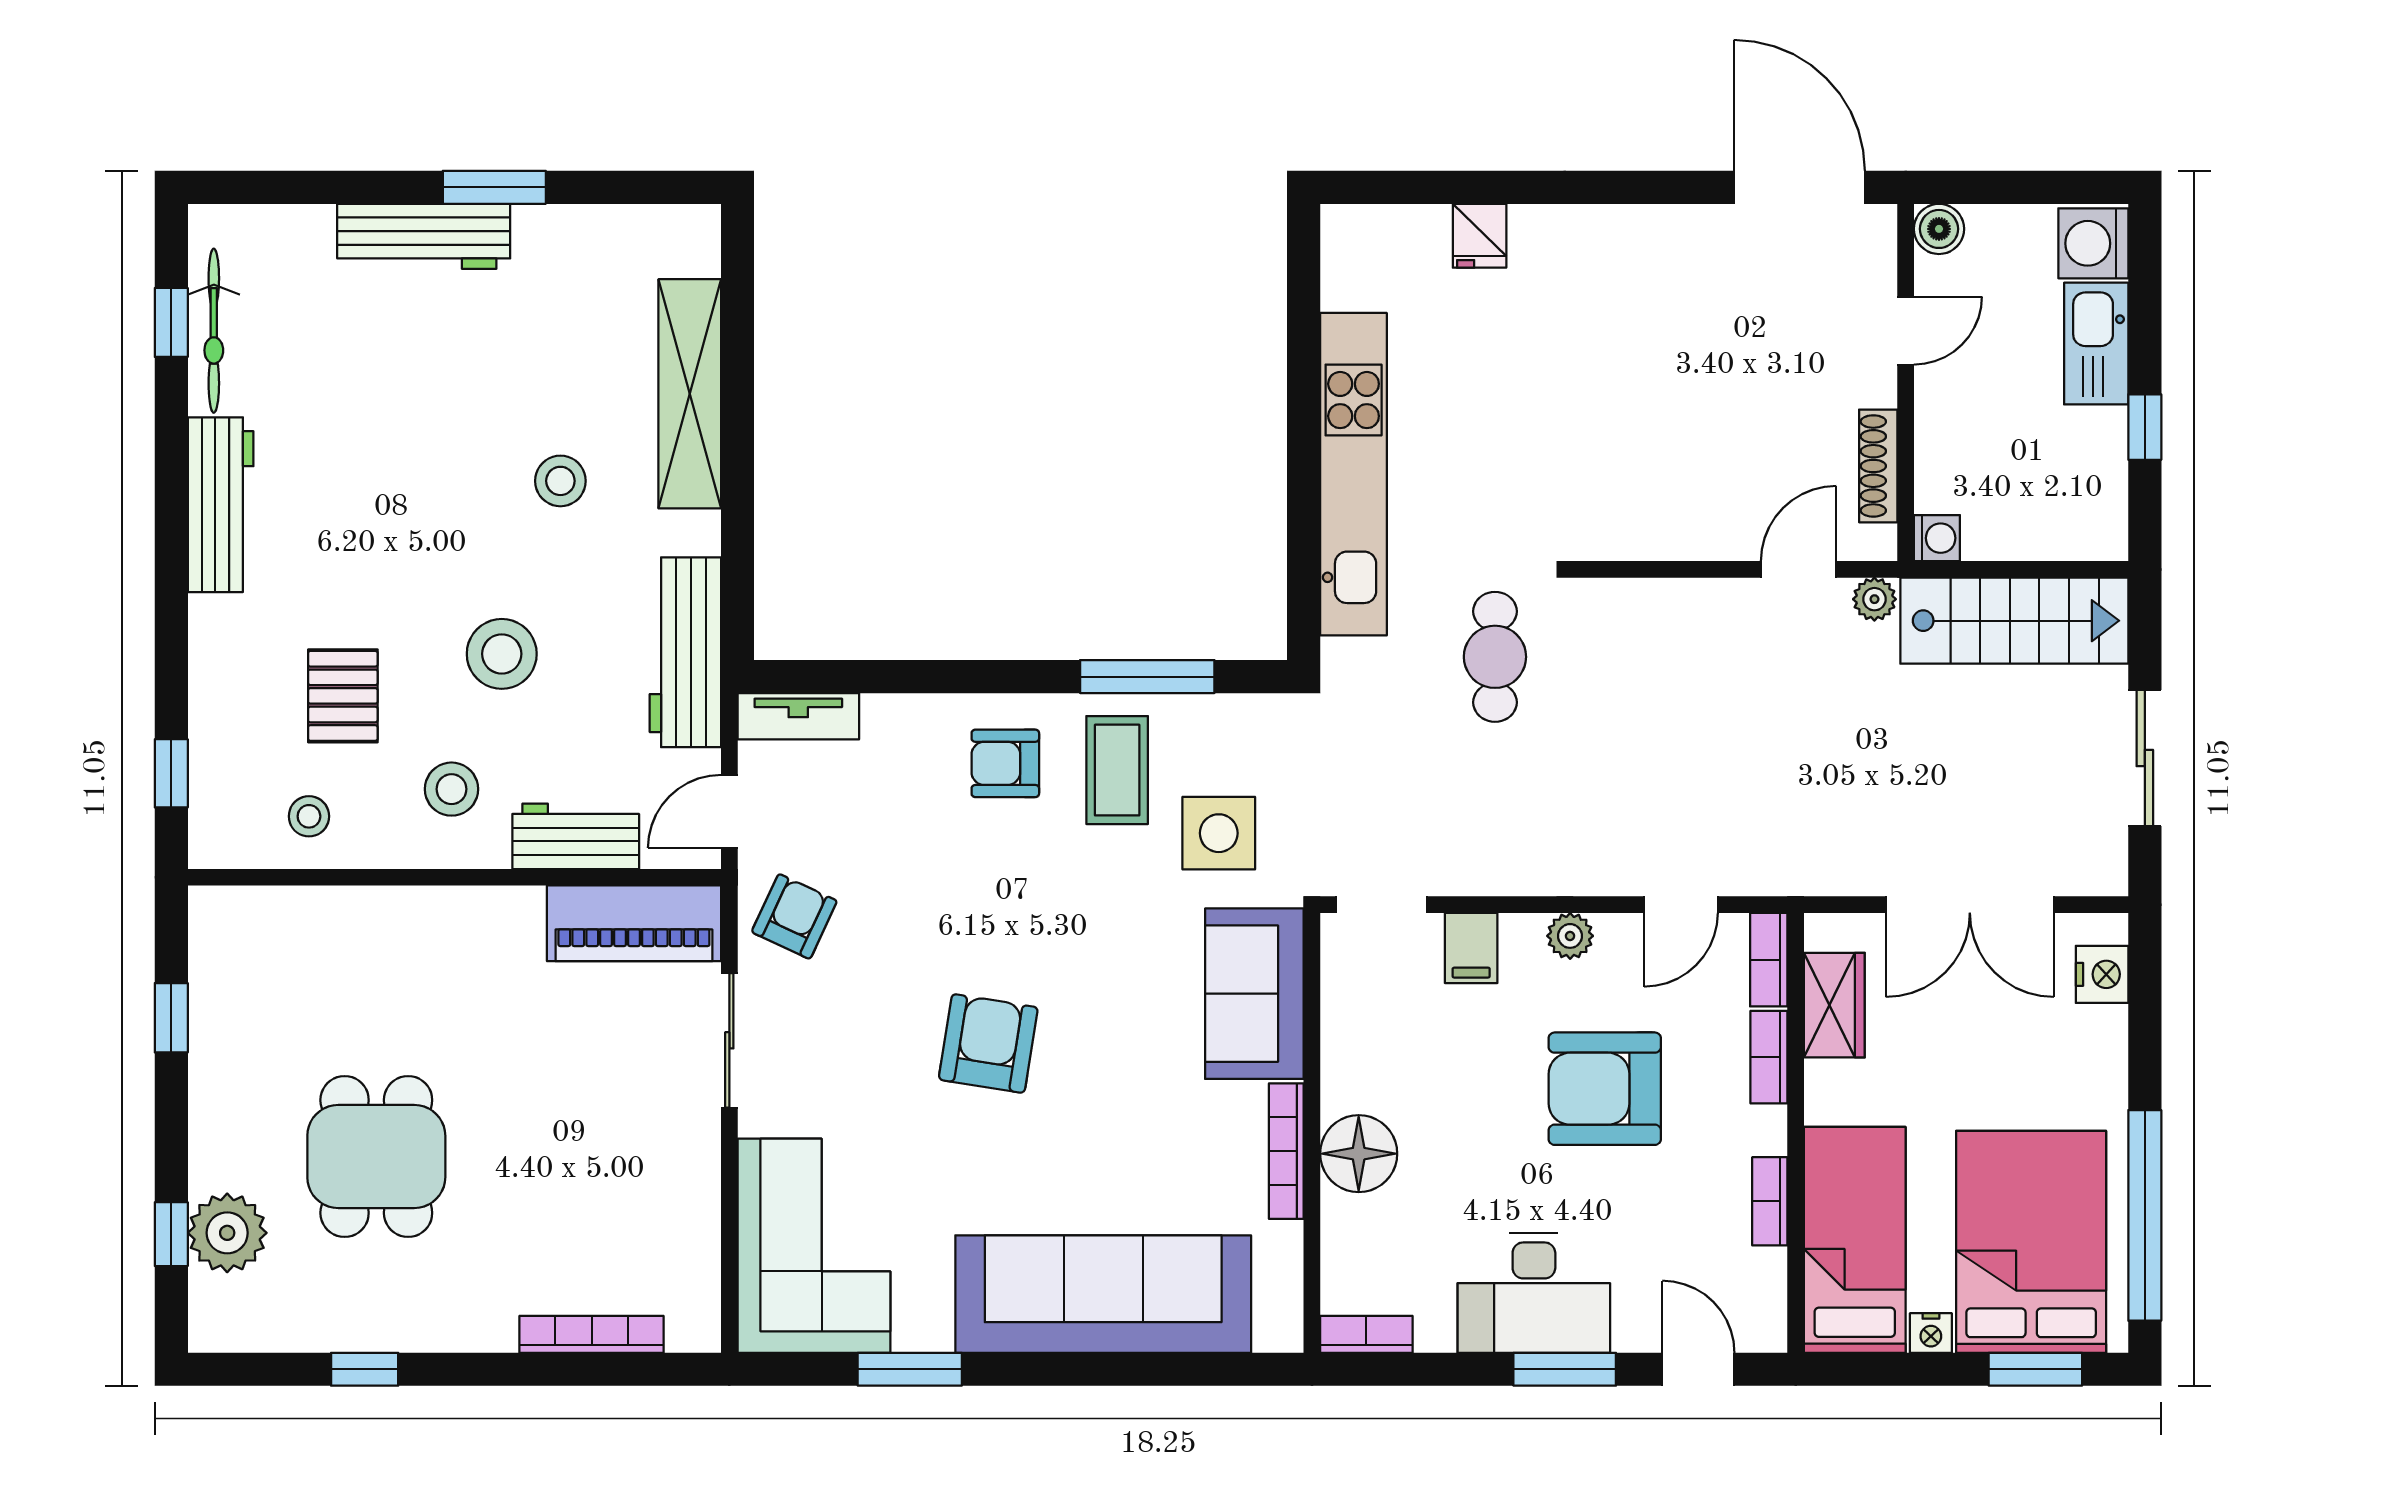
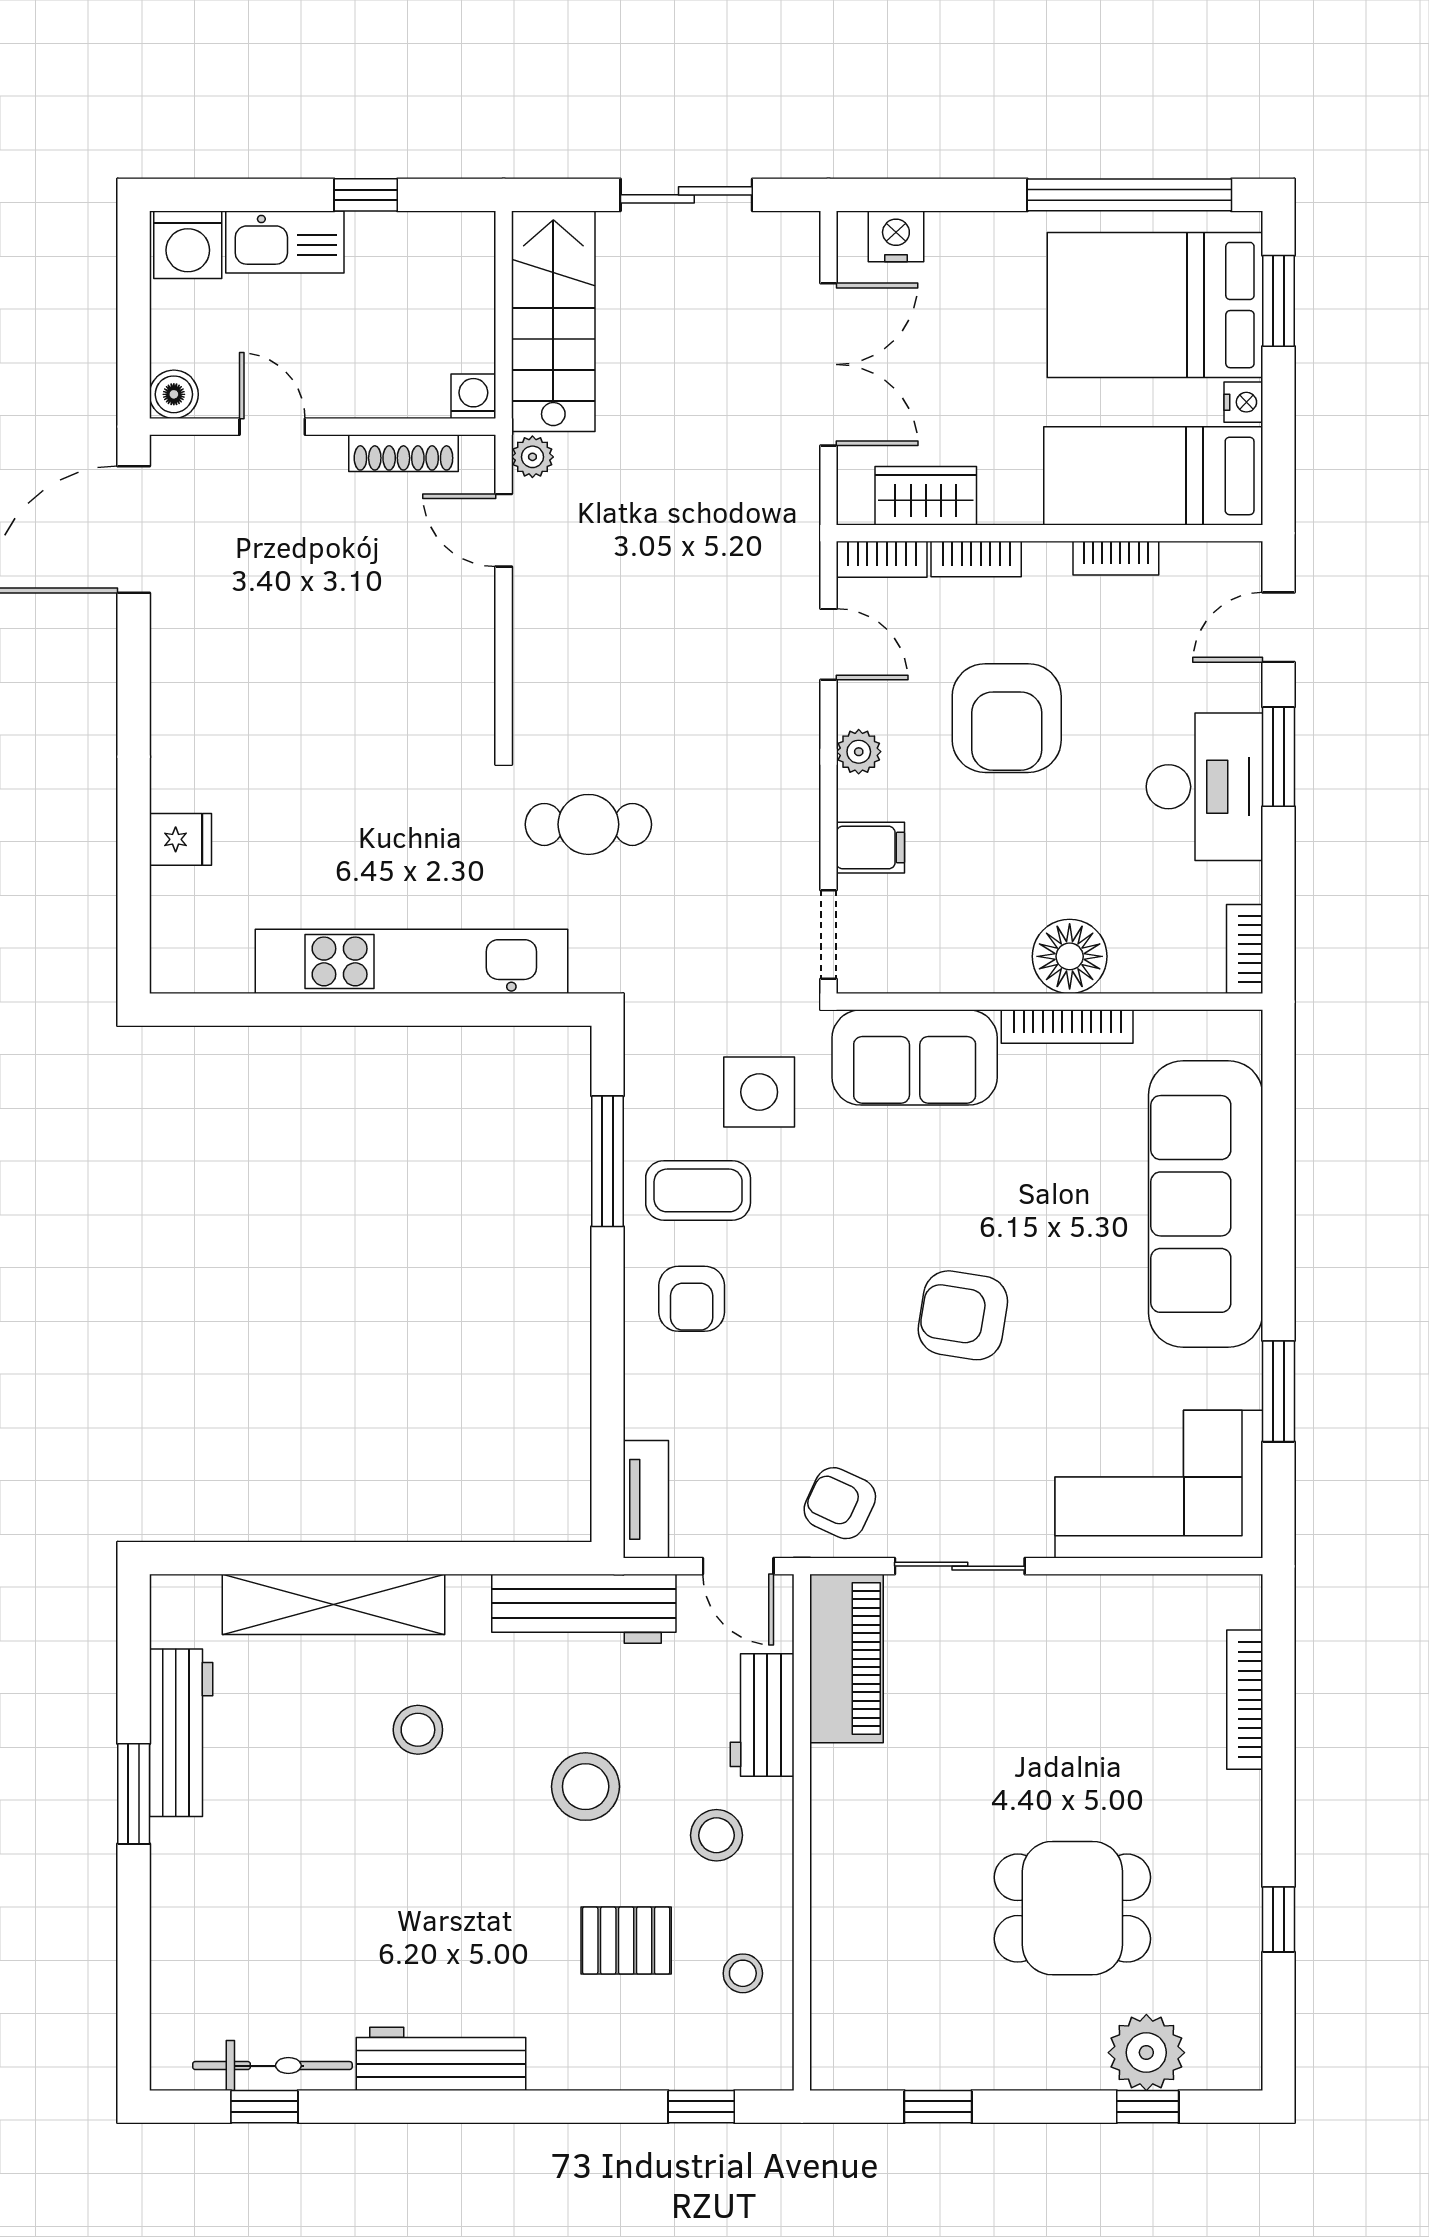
workbench: (424, 236) -> (181, 1733), moved

